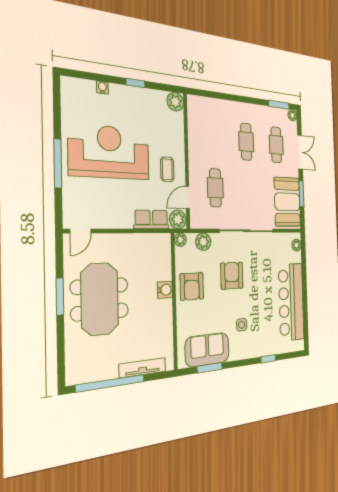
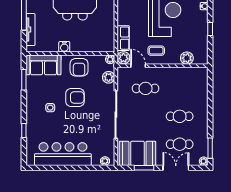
plant: (175, 102) -> (187, 58), moved
double door: (300, 152) -> (176, 168), swing flipped
armchair: (232, 276) -> (75, 97), moved
armchair: (192, 286) -> (79, 67), turned -90
water cooler: (165, 290) -> (64, 47), moved
sofa: (207, 350) -> (44, 65), moved, turned 90

